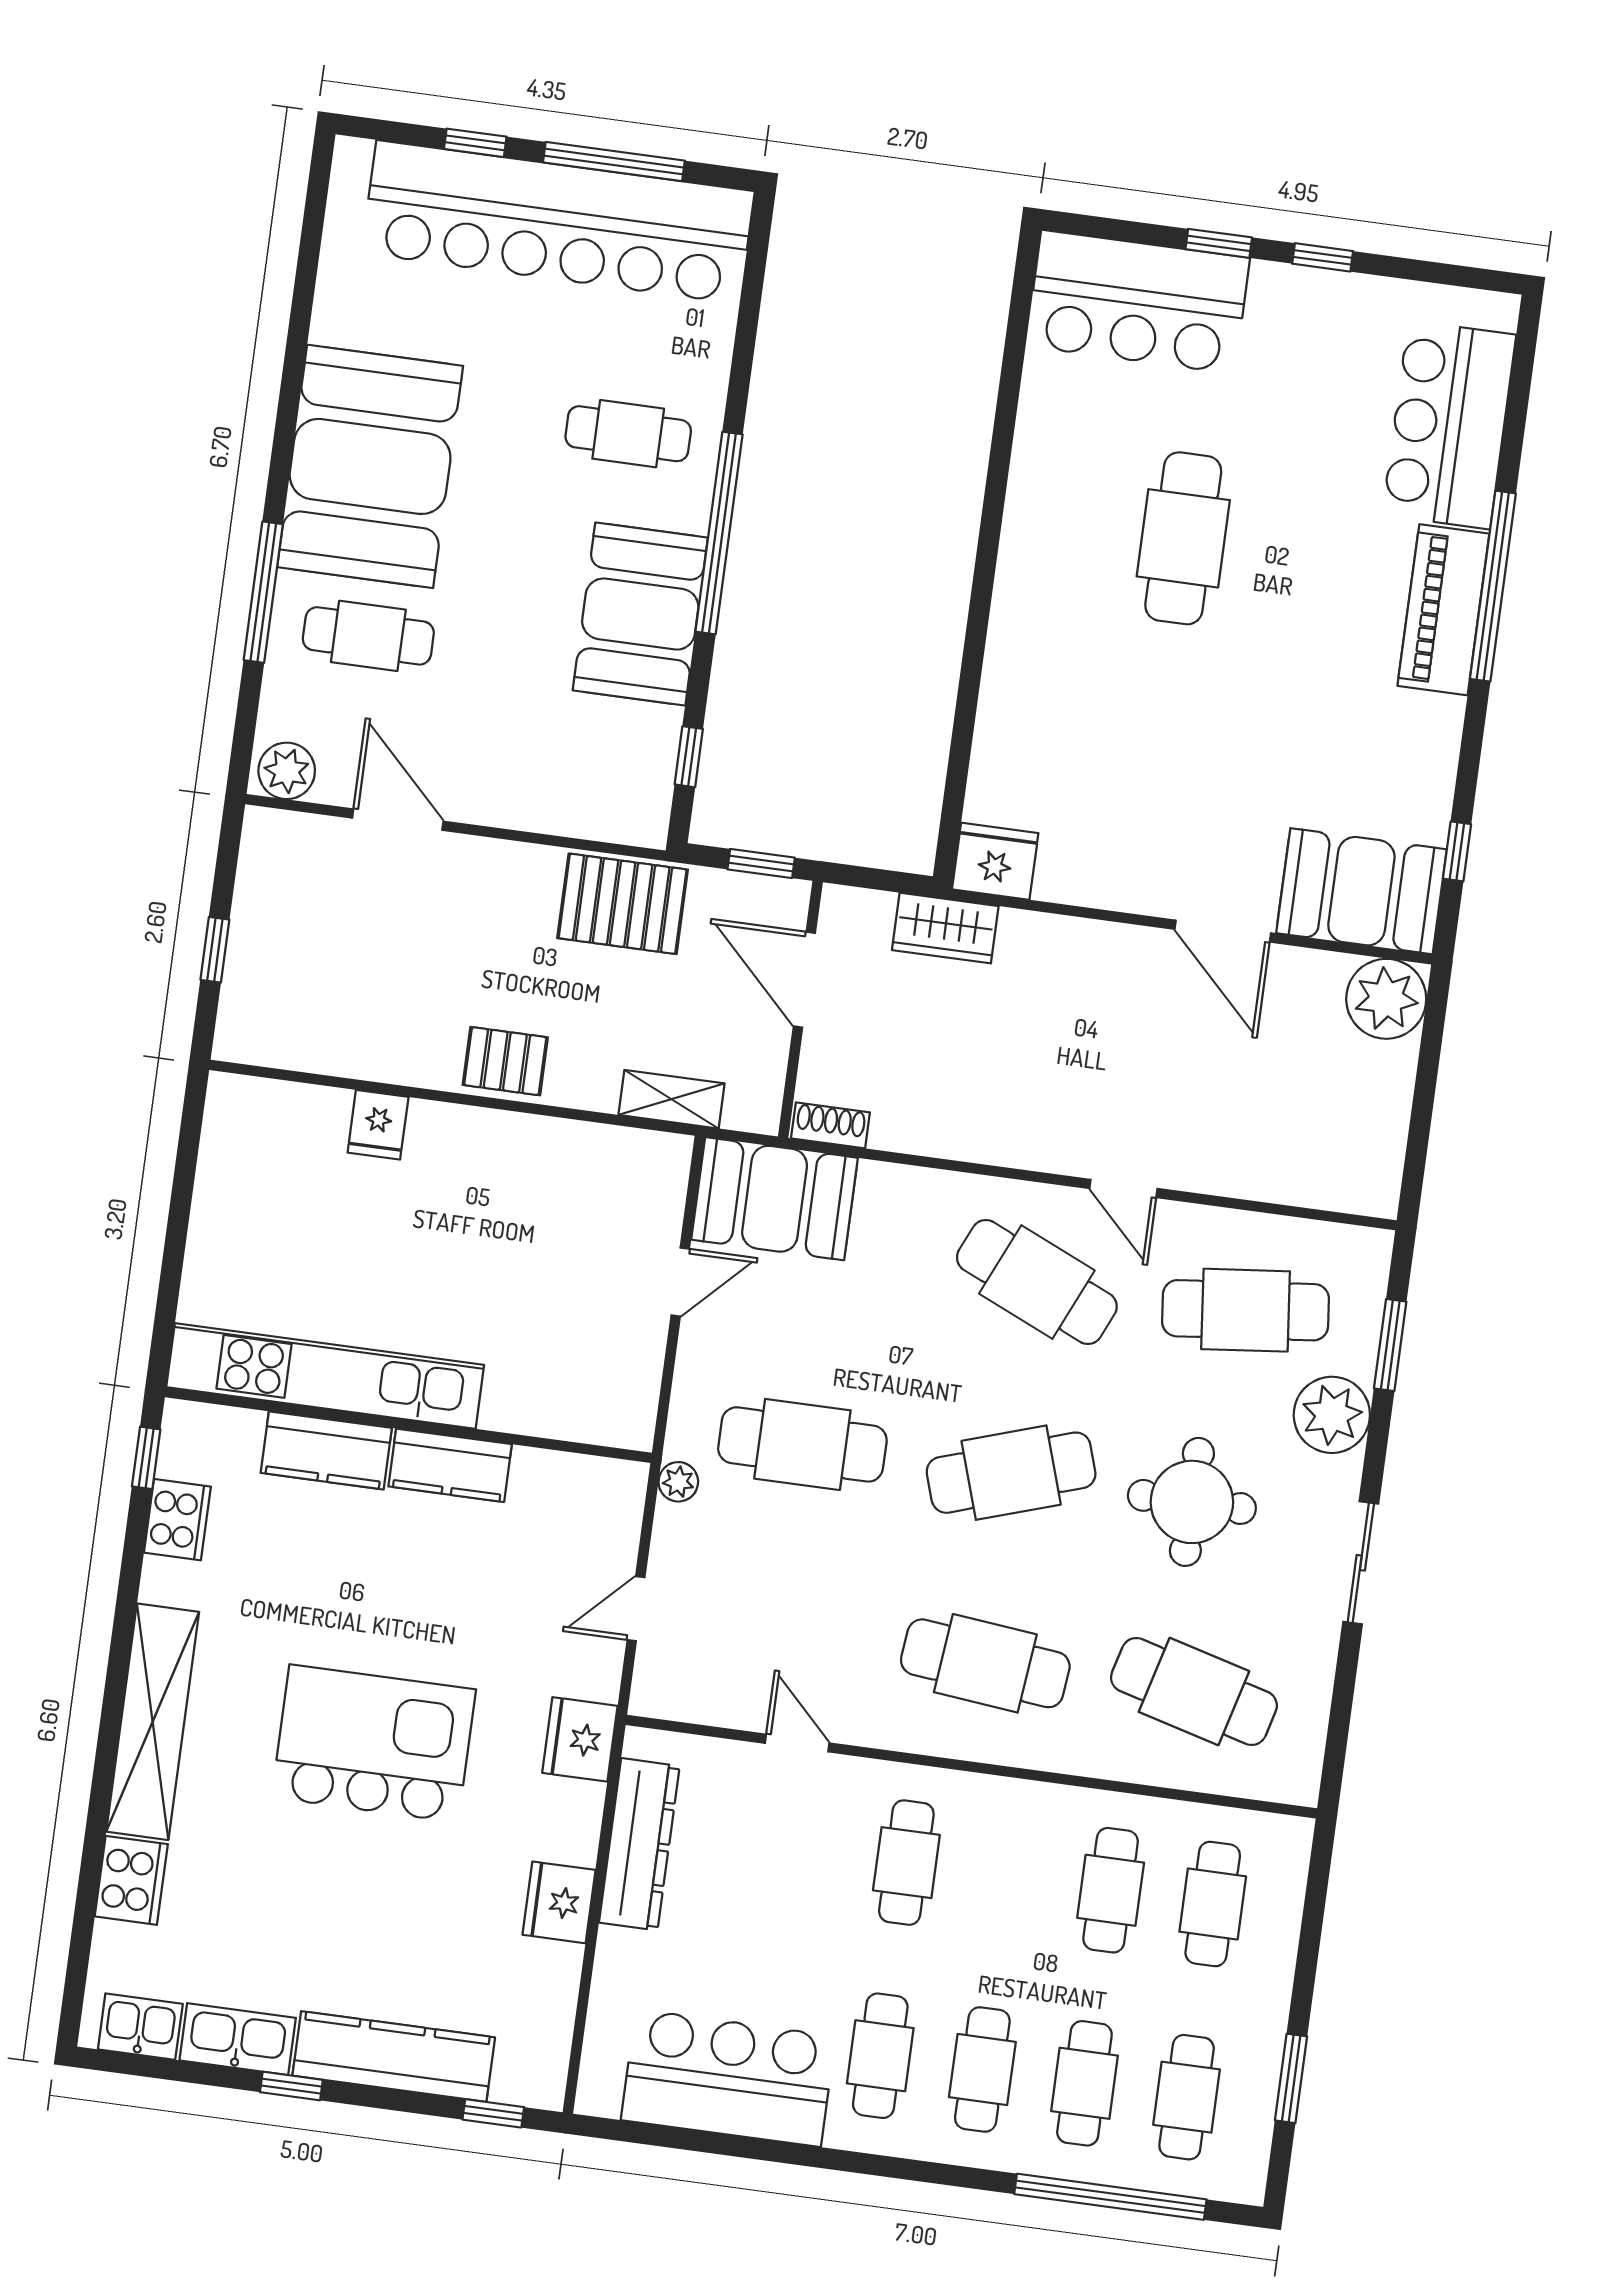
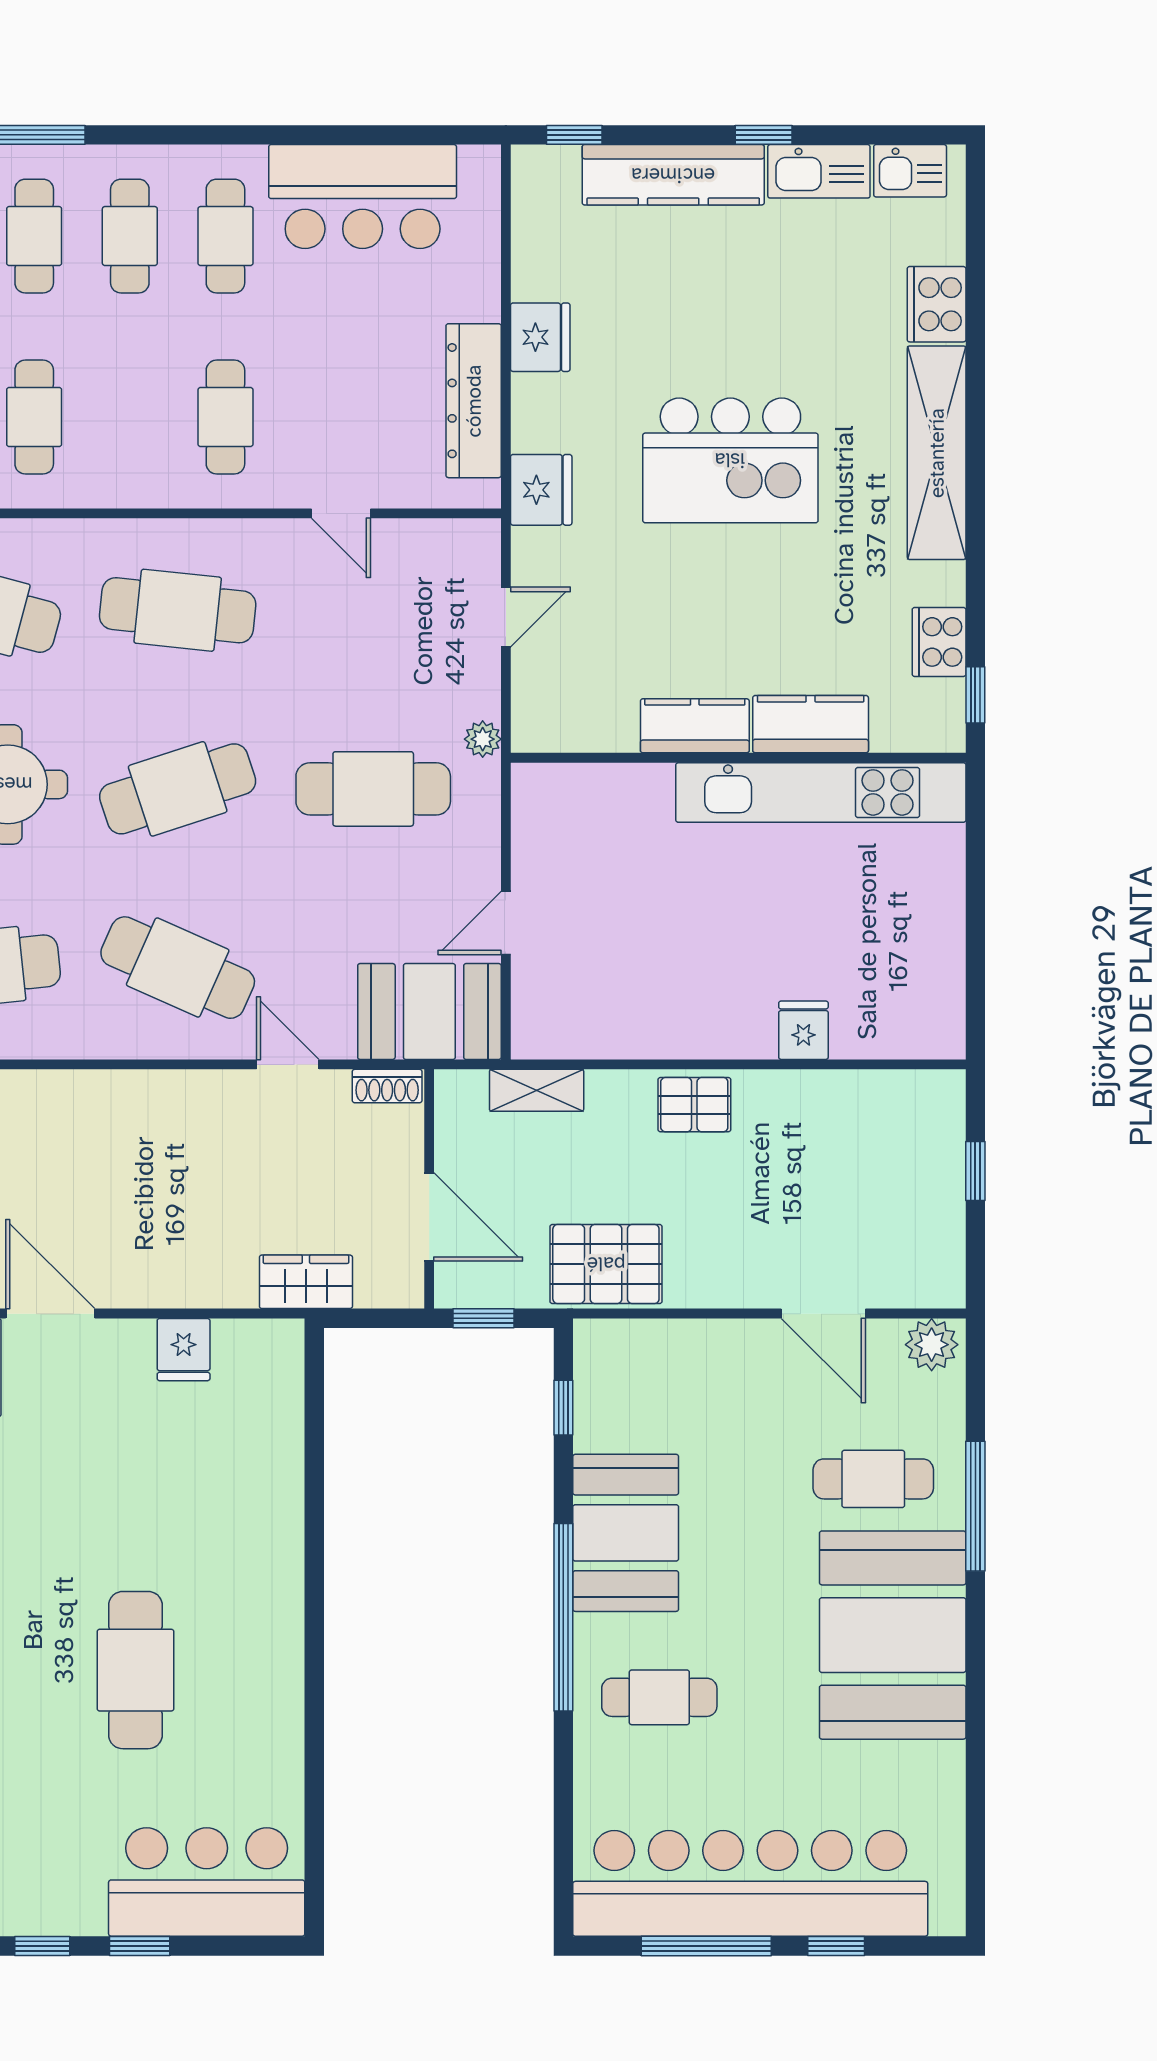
fridge: (995, 861) -> (184, 1350), moved, width x0.72
door: (1123, 1188) -> (288, 1064), moved

